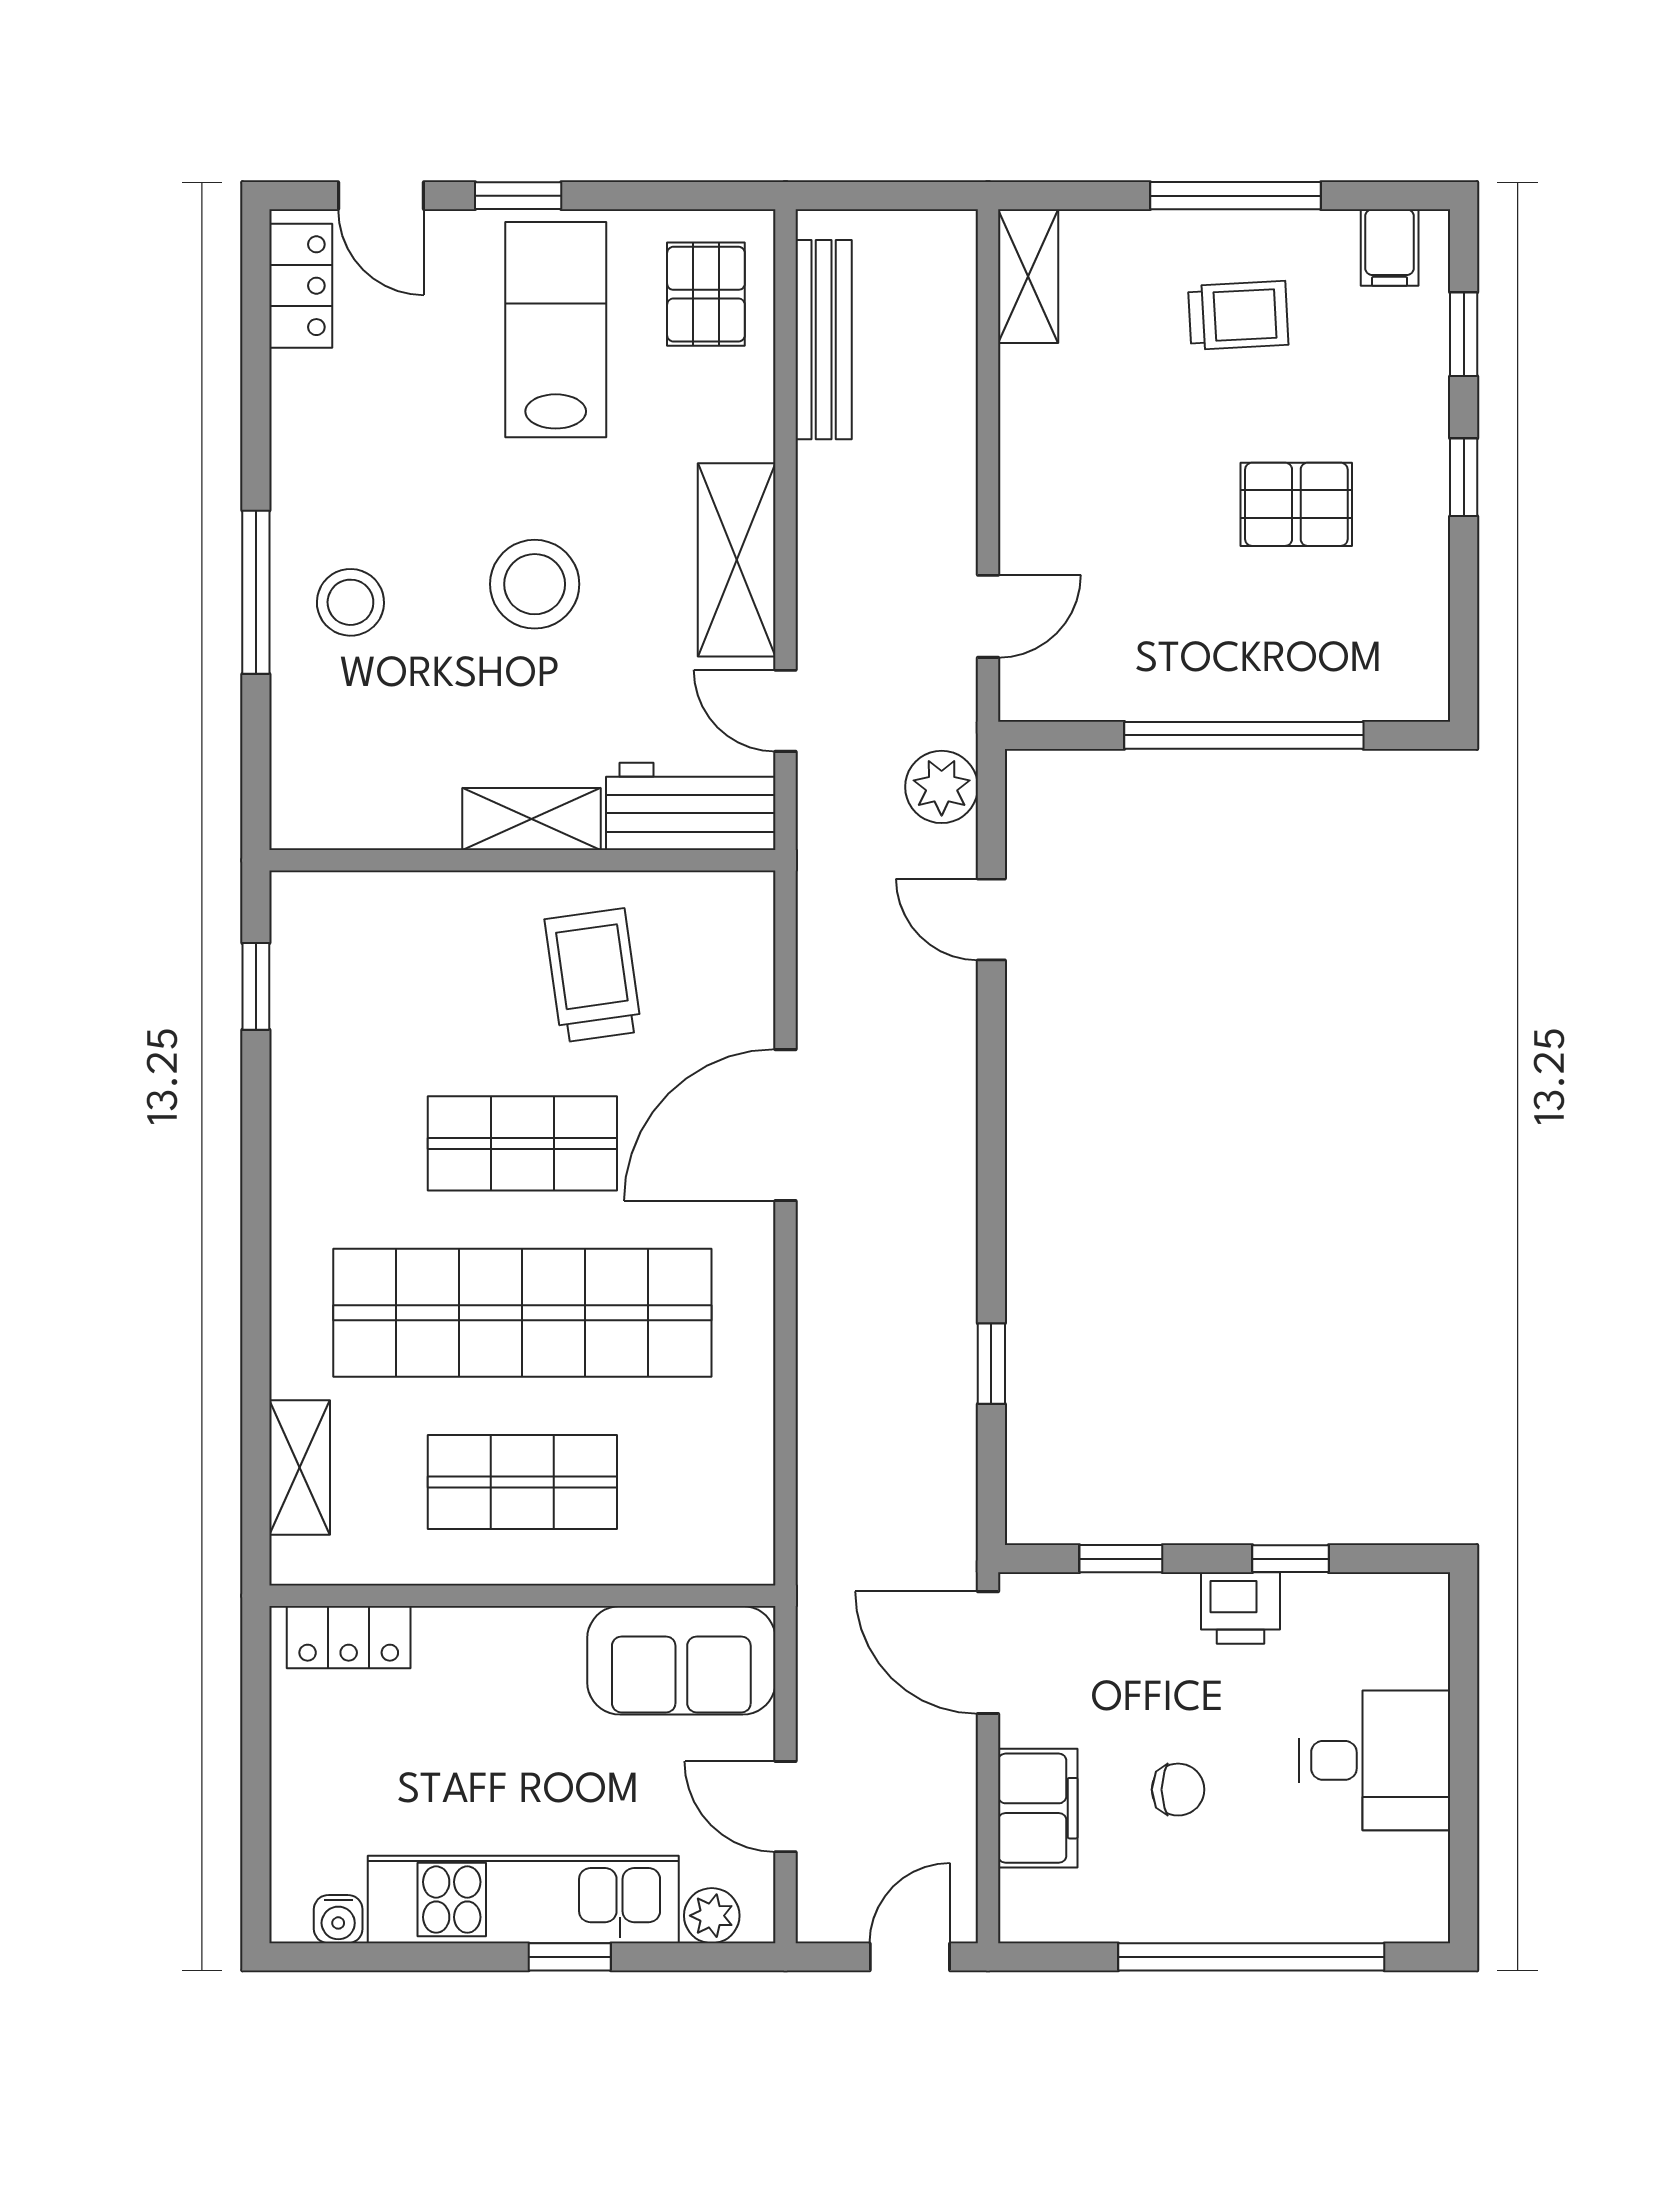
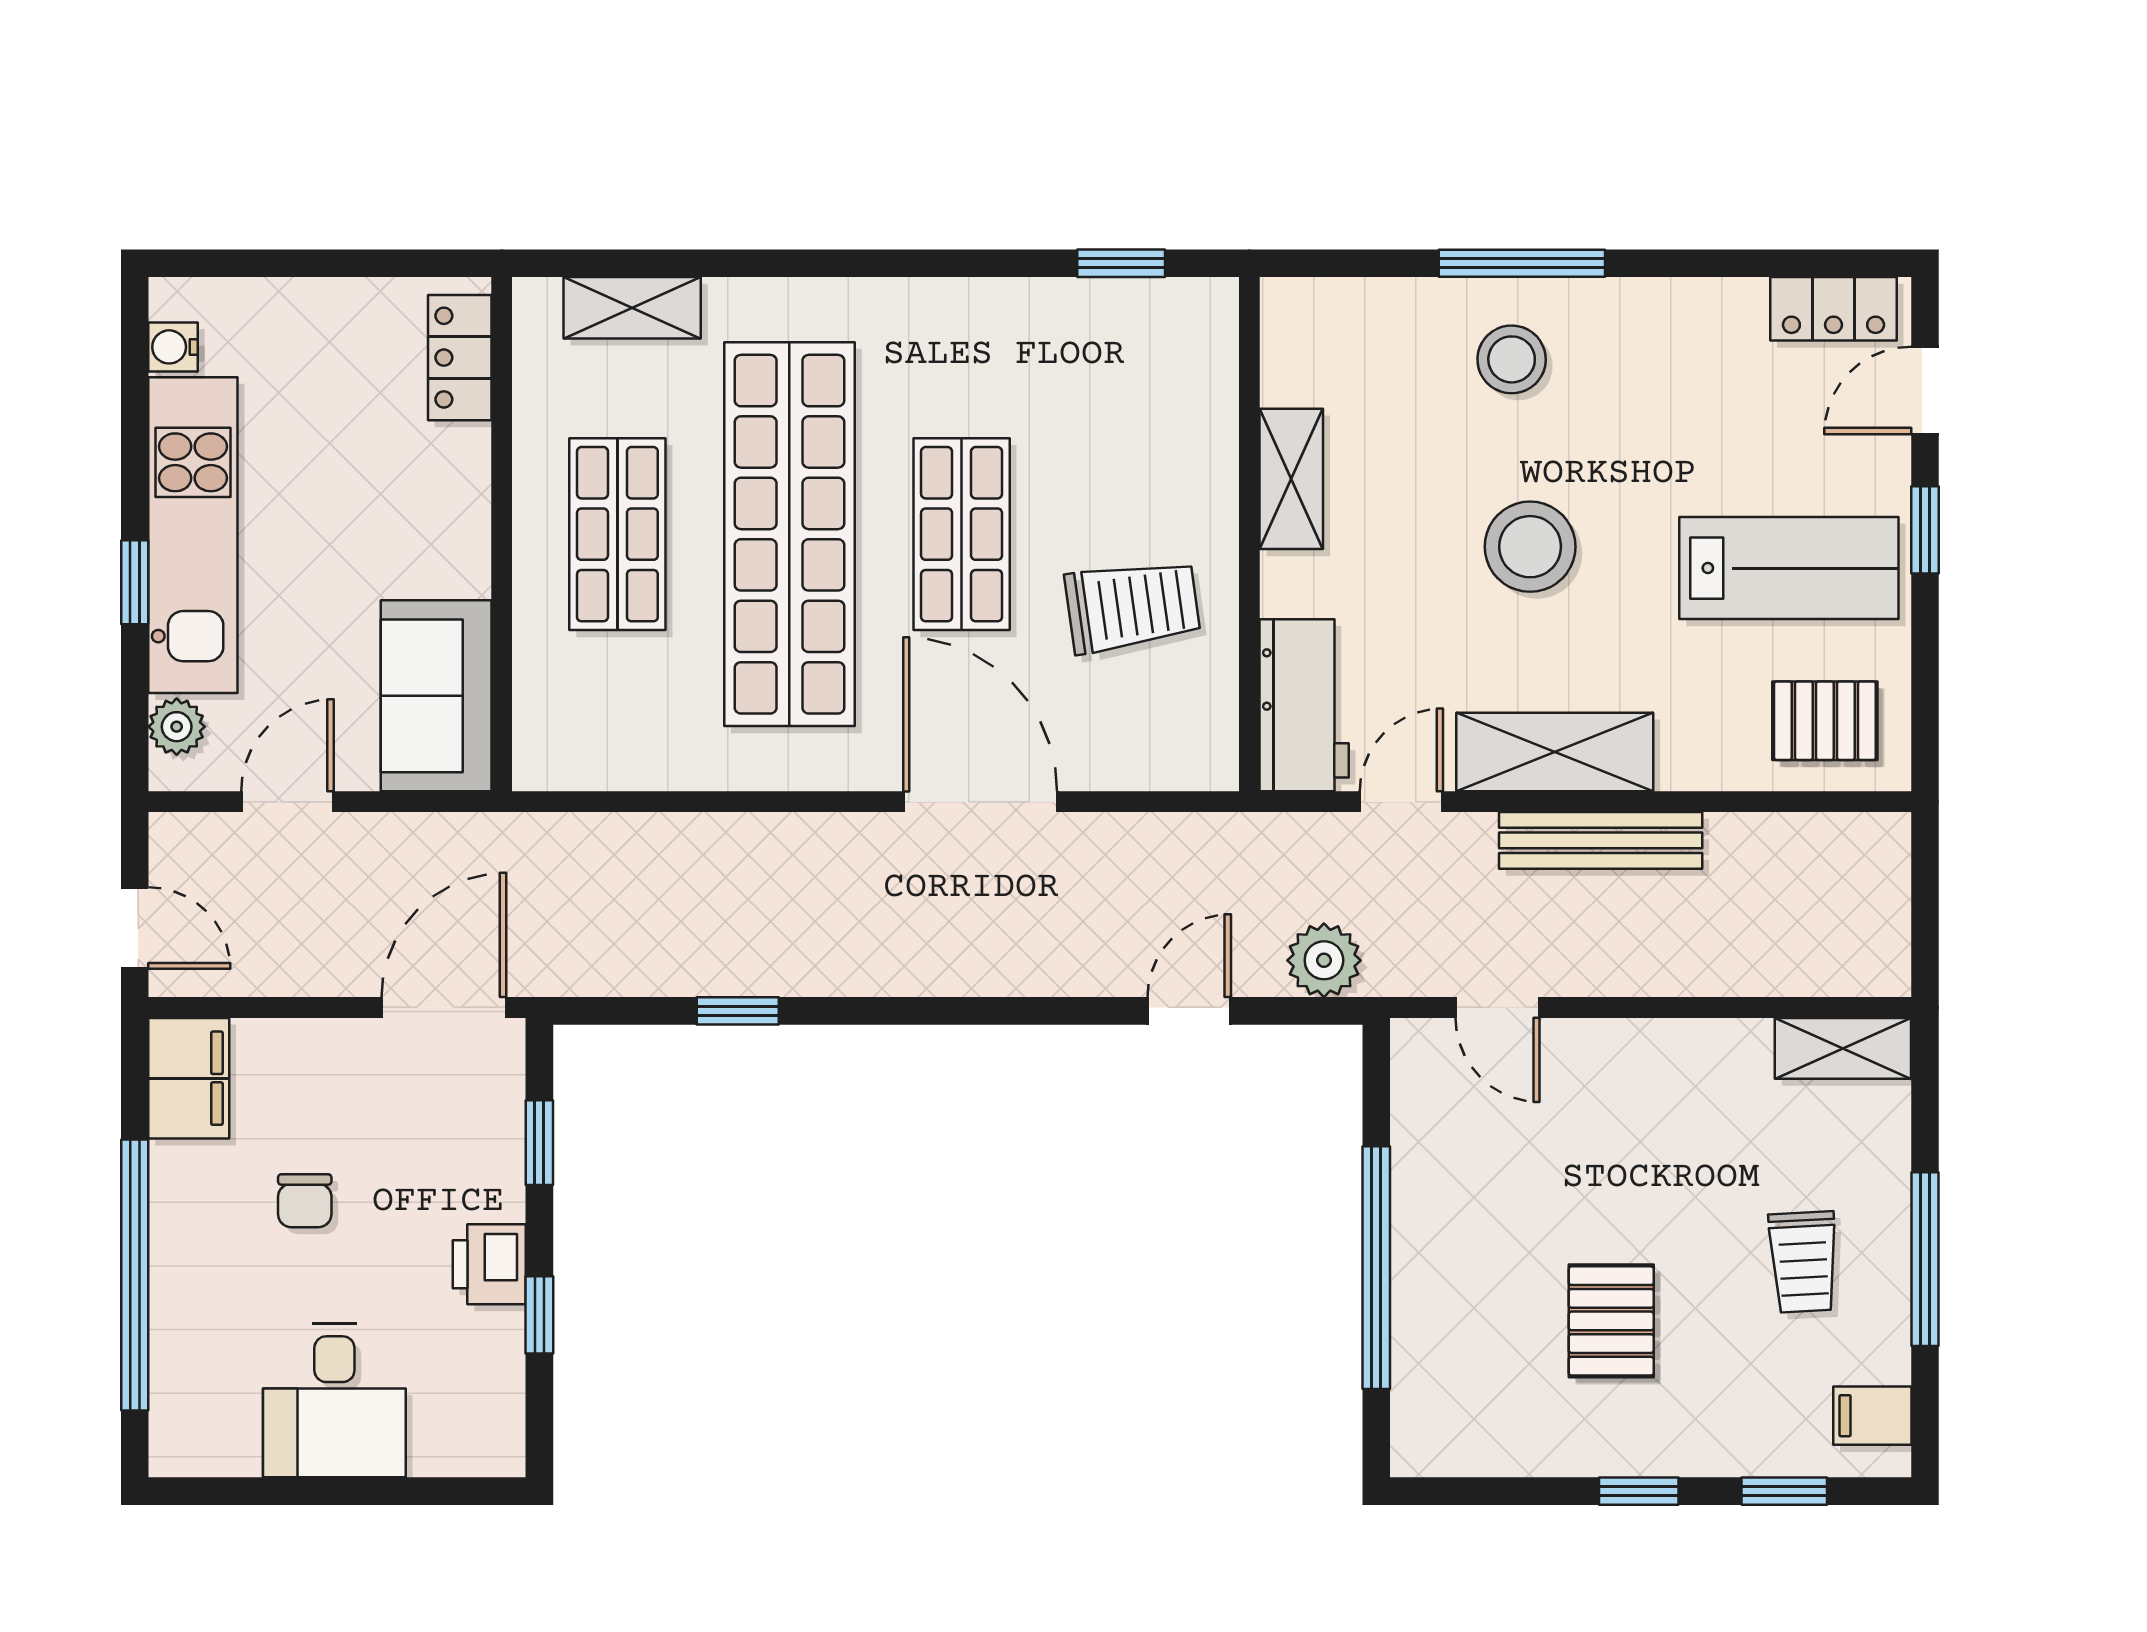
bench: (824, 340) -> (1601, 840), moved
shelving: (532, 819) -> (1291, 479), moved
filing cabinet: (1038, 1808) -> (189, 1078), moved, turned -90

